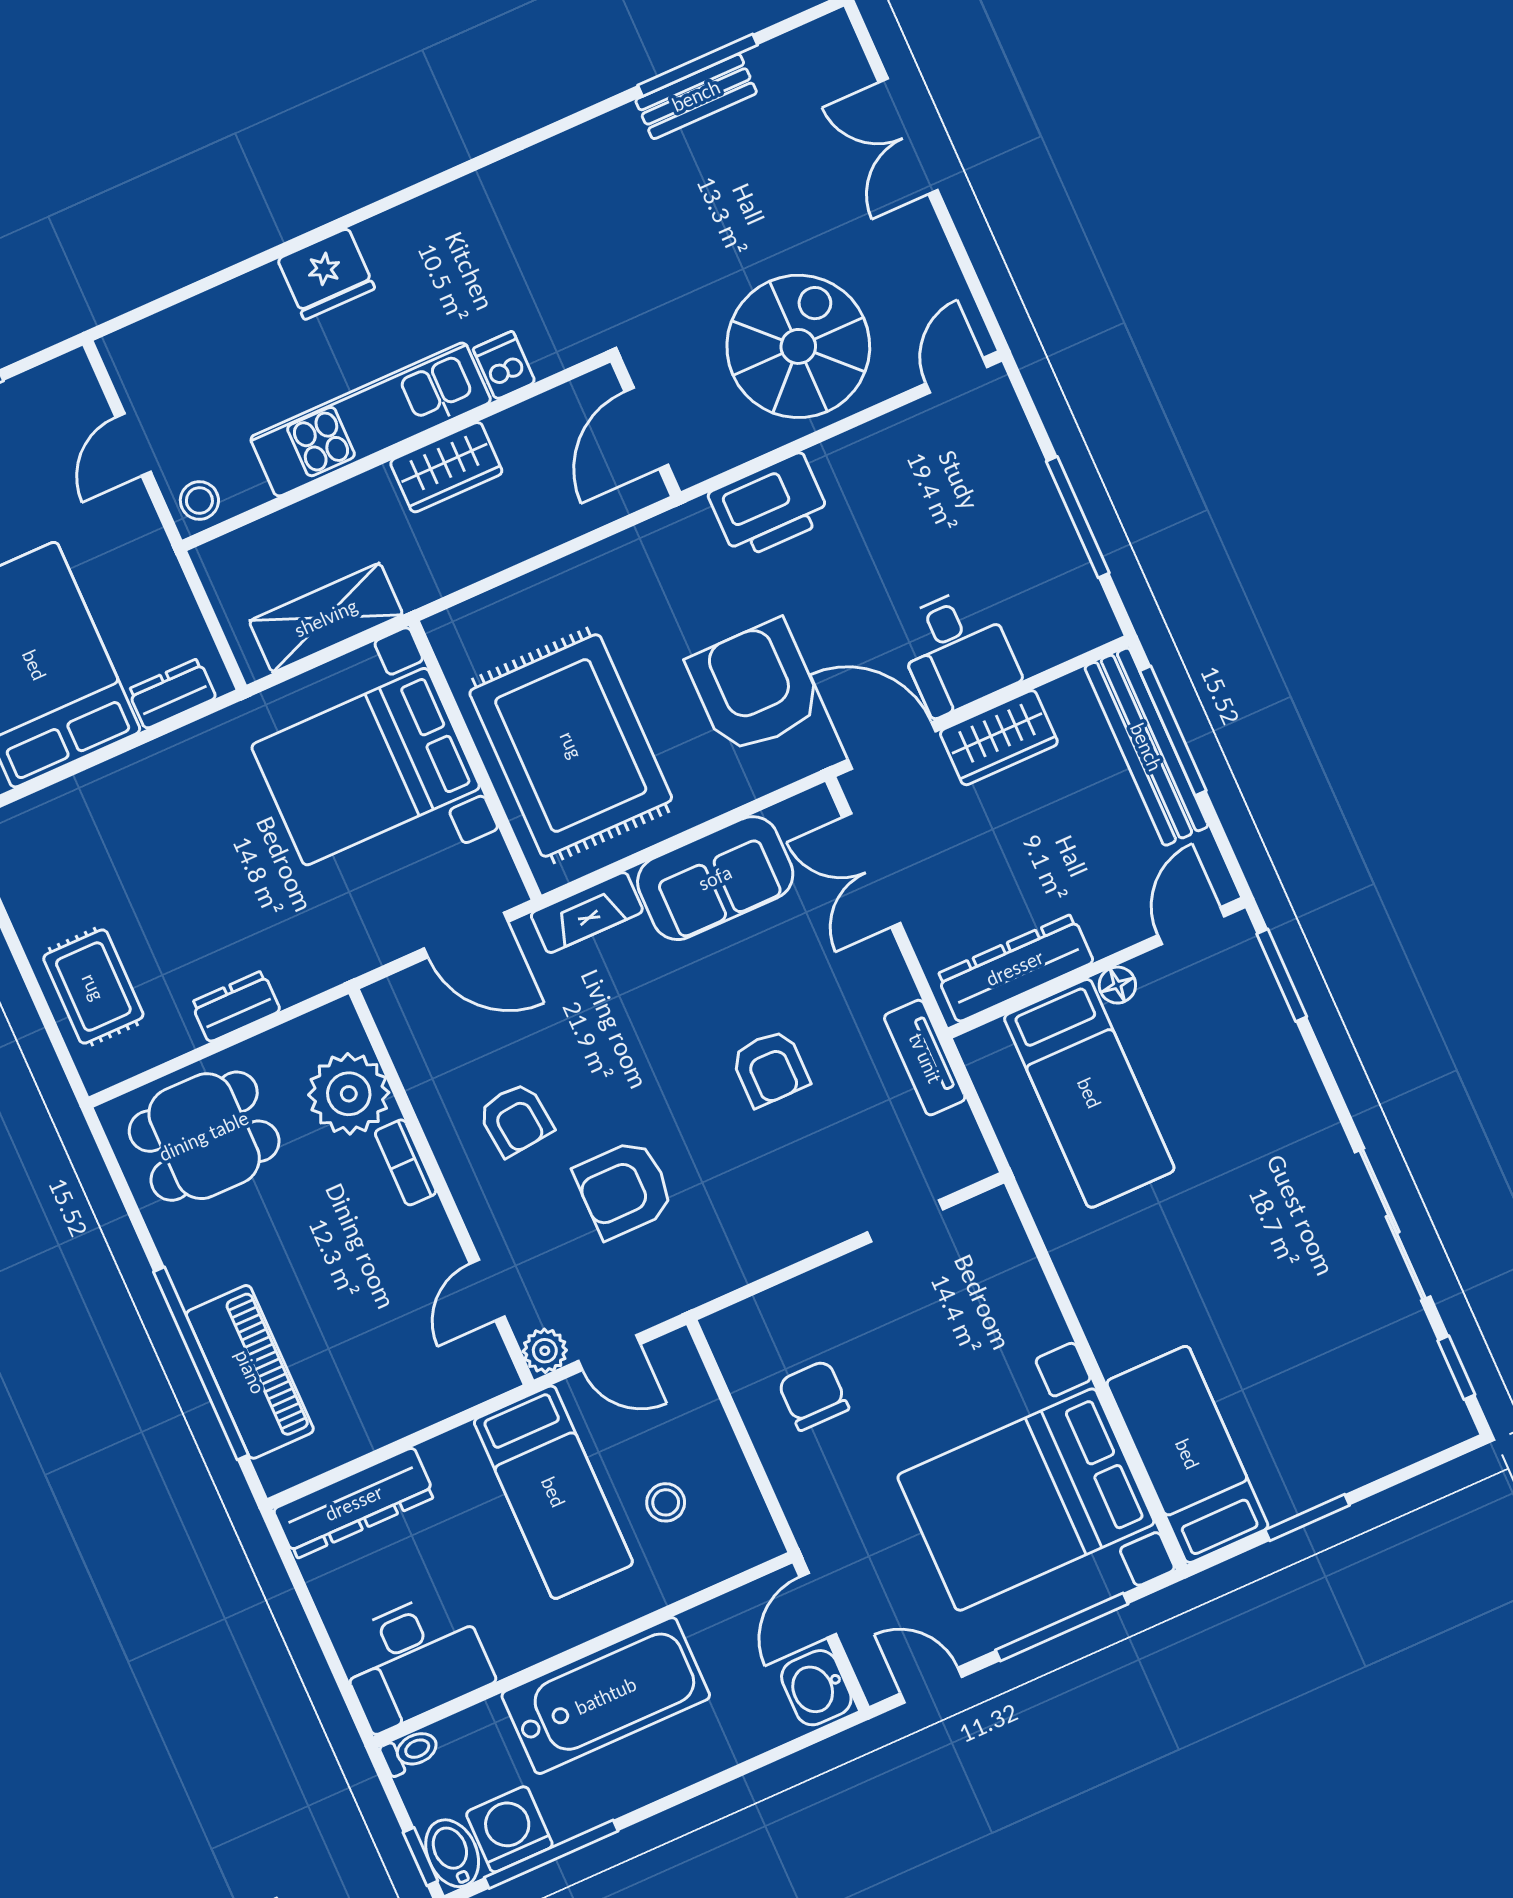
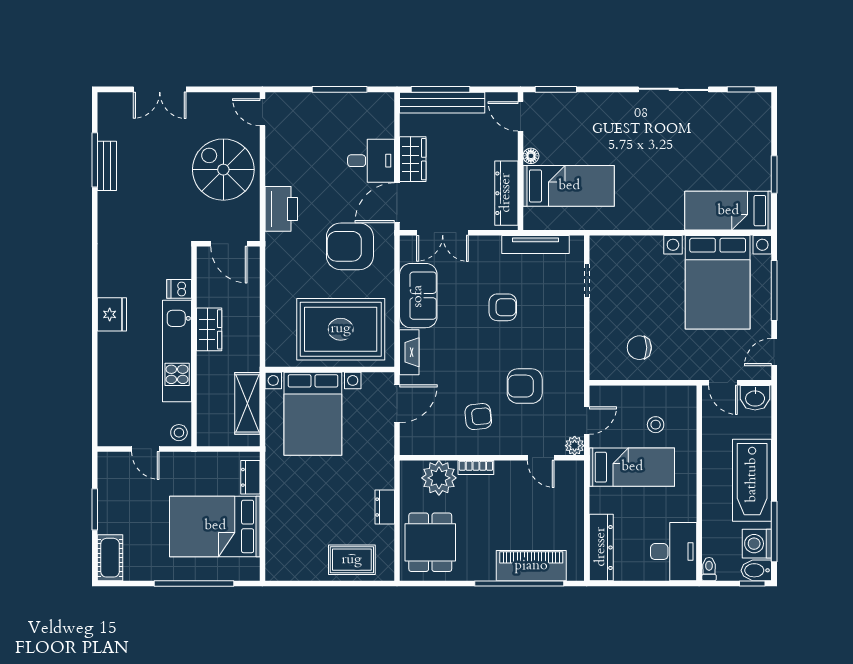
fridge: (326, 274) -> (112, 314), moved
tv unit: (925, 1058) -> (536, 245), width x1.41
armchair: (624, 1189) -> (525, 386), turned 90
bathtub: (606, 1696) -> (752, 480), moved, turned 180

